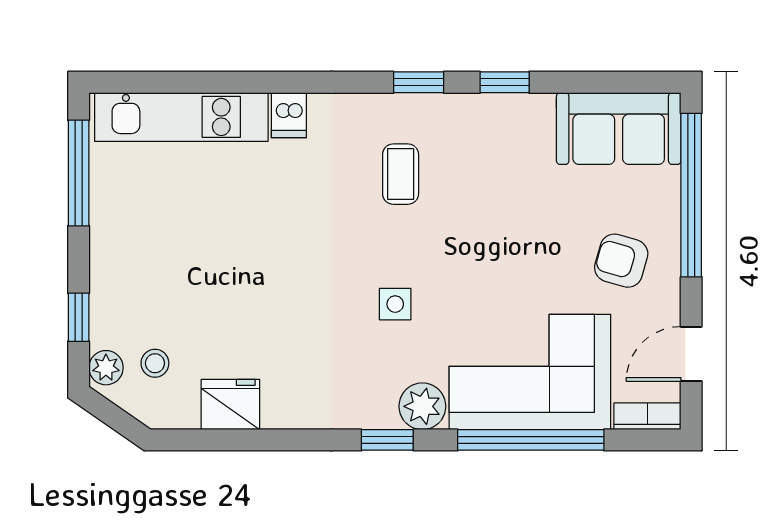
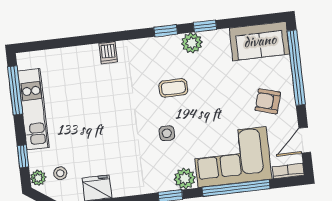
plant: (472, 115) -> (192, 43), added
kitchen unit: (181, 117) -> (33, 109), moved, turned -90
coffee table: (401, 174) -> (173, 88), moved, turned 90

